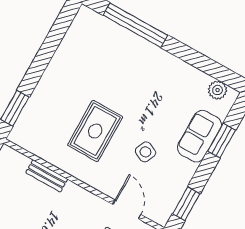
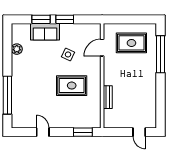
door: (49, 47) -> (43, 132), added
plant: (218, 90) -> (17, 49), moved
window: (186, 204) -> (65, 19), moved

